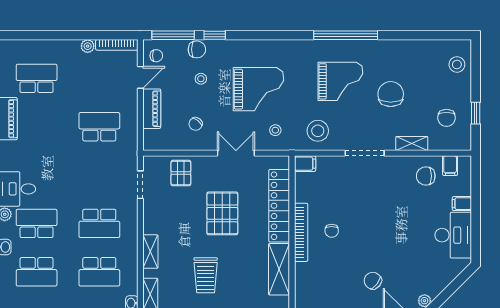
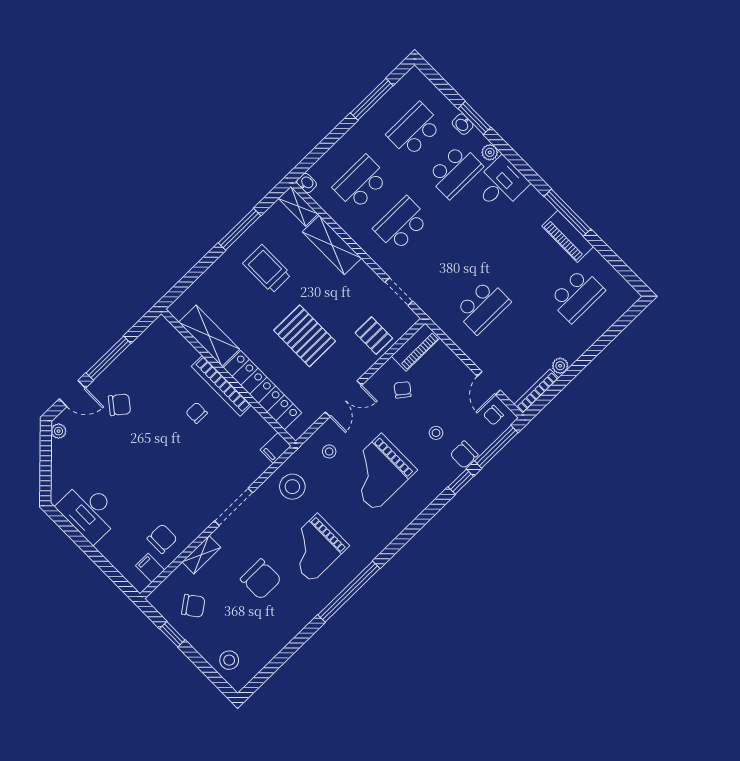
piano: (152, 109) -> (416, 347), moved, turned -90
chair: (447, 118) -> (193, 606), turned 144
filing cabinet: (462, 204) -> (108, 545), removed
shelving: (150, 252) -> (332, 245), width x1.50, depth x1.33

